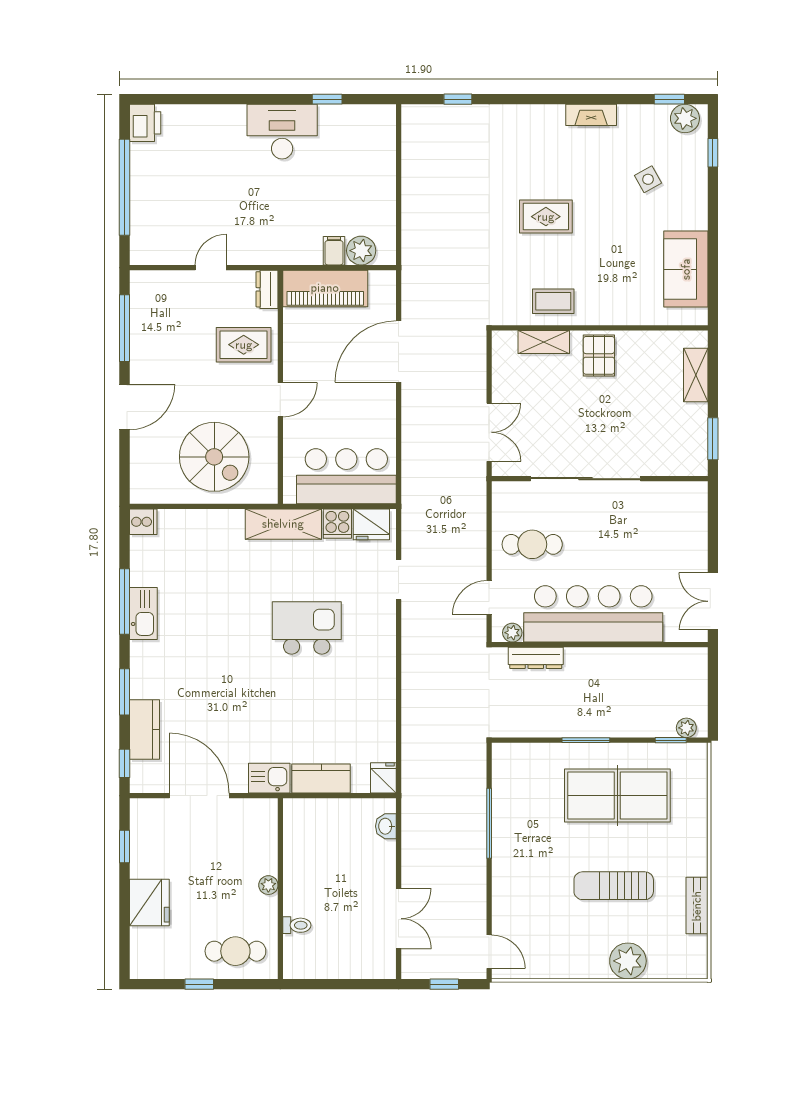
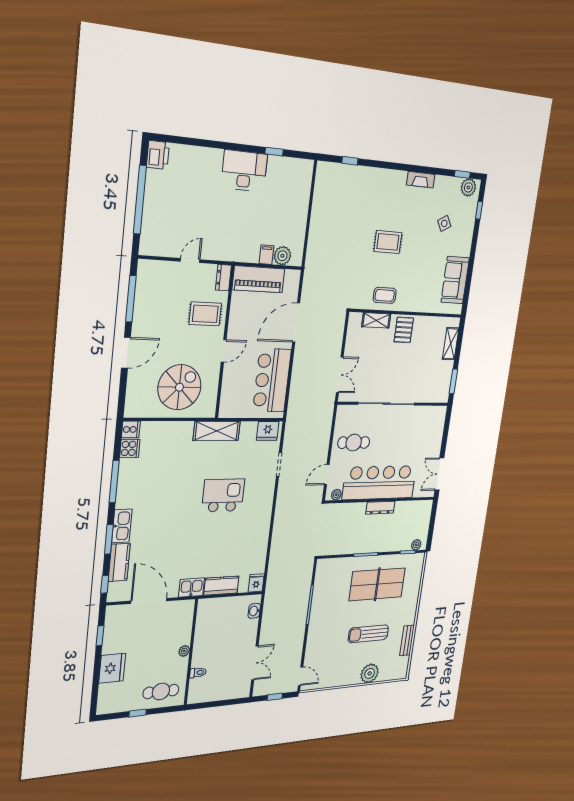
spiral stairs: (214, 457) -> (179, 387), turned -90
bar counter: (346, 476) -> (272, 380), moved, turned -90
cooker: (337, 524) -> (130, 448), moved, turned -90
kitchen sink: (143, 613) -> (122, 526), moved
dresser: (536, 658) -> (380, 508), moved

